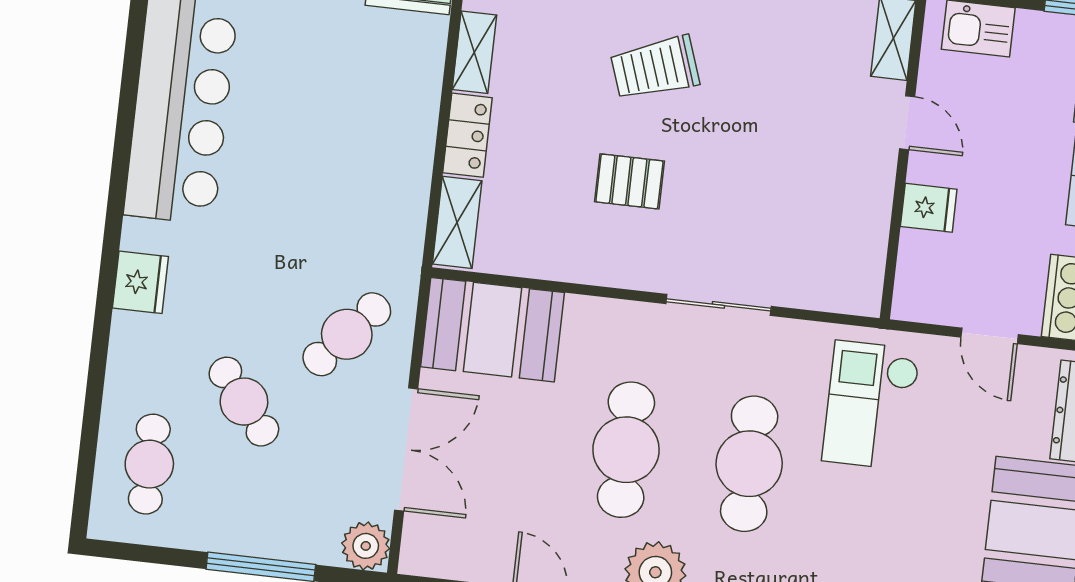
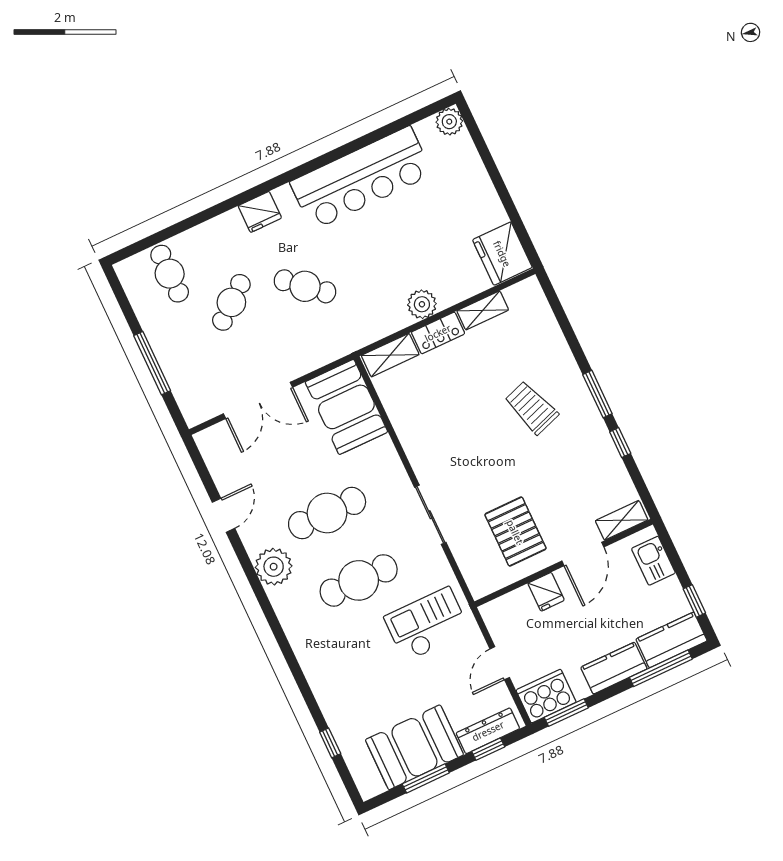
door: (907, 123) -> (583, 554), width x1.38
pallet: (629, 181) -> (515, 532), moved, width x1.50, depth x1.42
cafe table: (347, 334) -> (305, 286), moved
cafe table: (149, 464) -> (170, 274), turned 90
plant: (366, 546) -> (422, 304), moved

